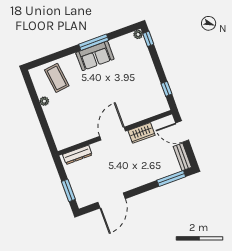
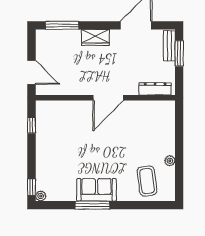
wardrobe: (142, 133) -> (95, 37), moved, turned 180
bench: (182, 157) -> (169, 46), moved

